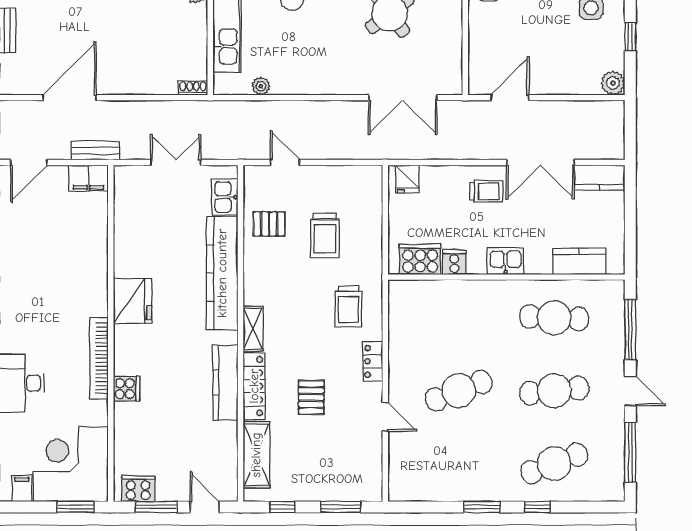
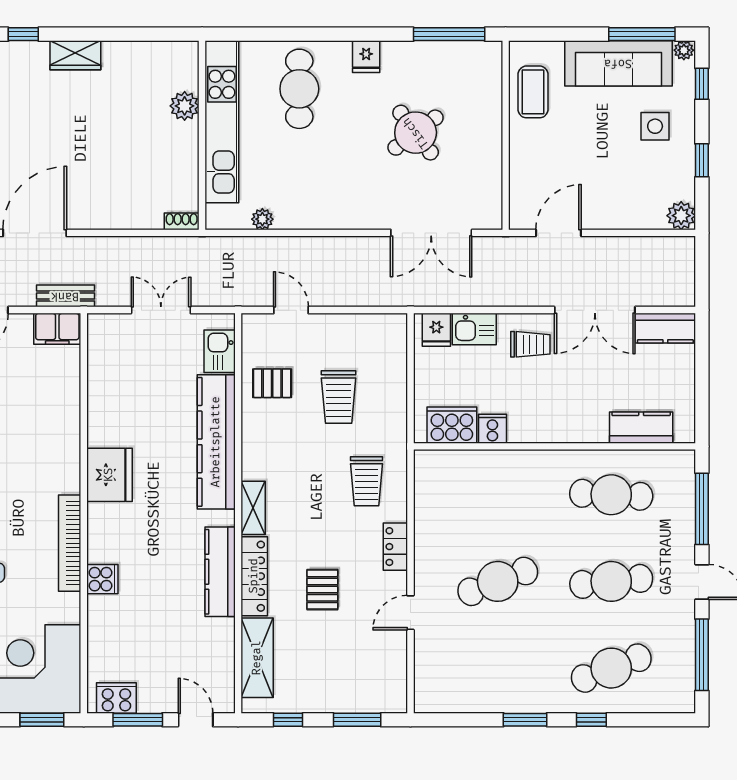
kitchen sink: (506, 261) -> (474, 329), moved, turned 180
door: (385, 417) -> (410, 613), swing flipped

